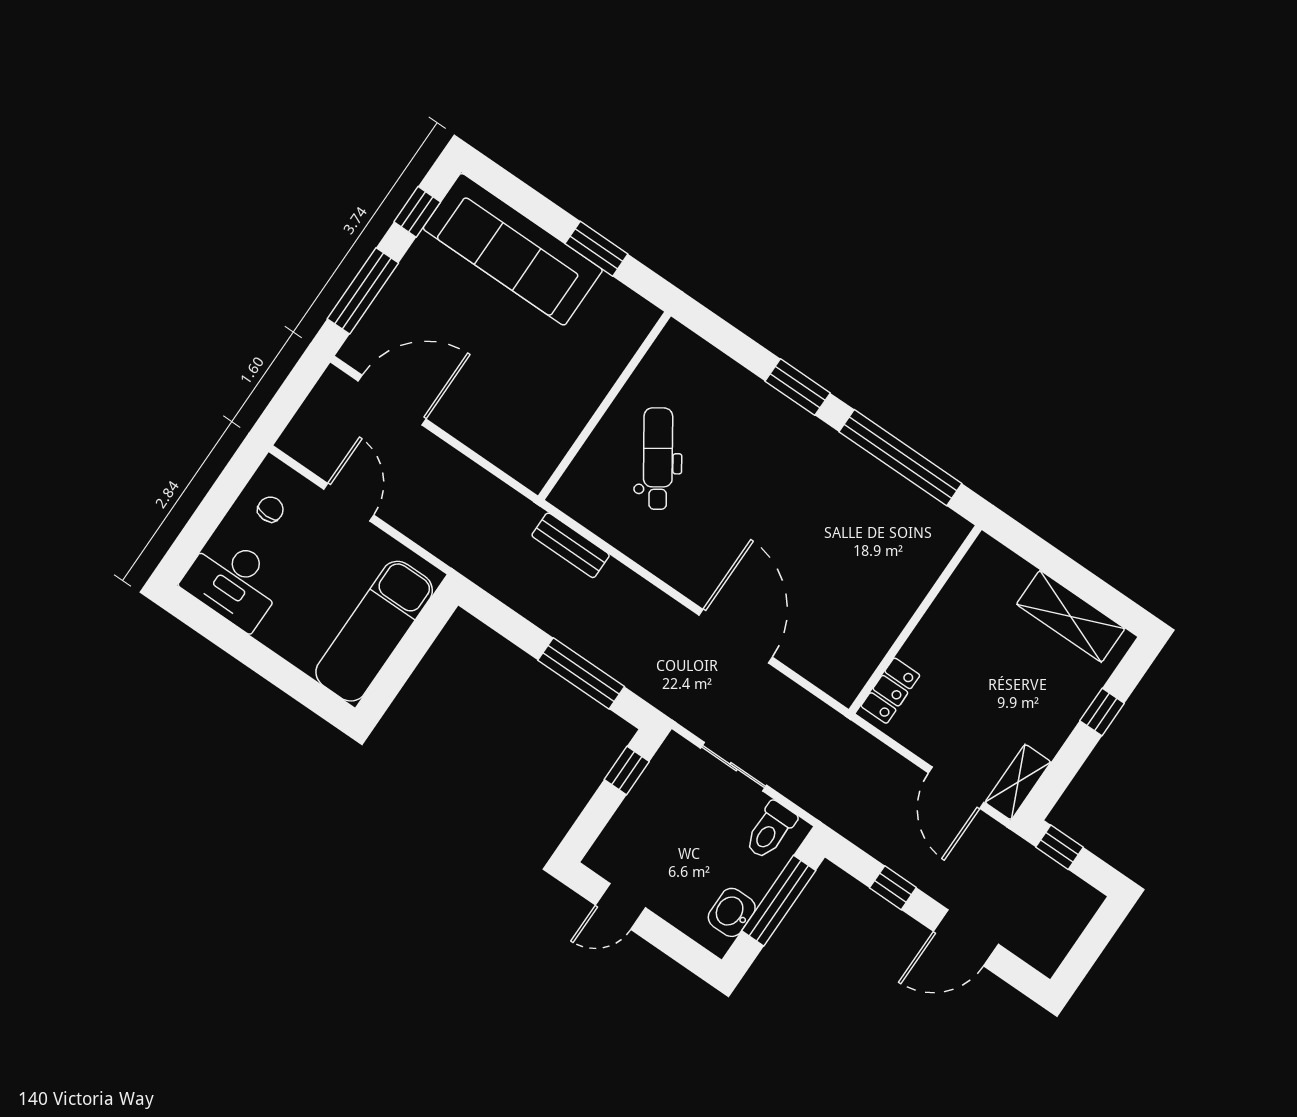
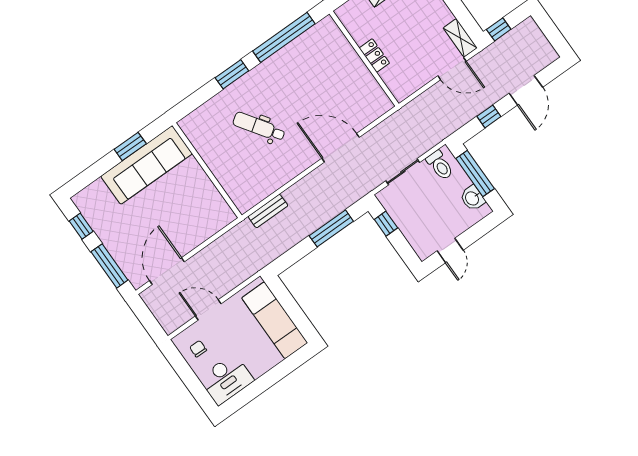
sofa: (513, 249) -> (147, 165), moved
dental chair: (658, 459) -> (259, 127), moved
locker: (890, 691) -> (374, 56), moved

